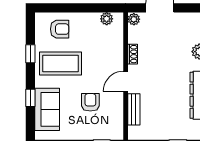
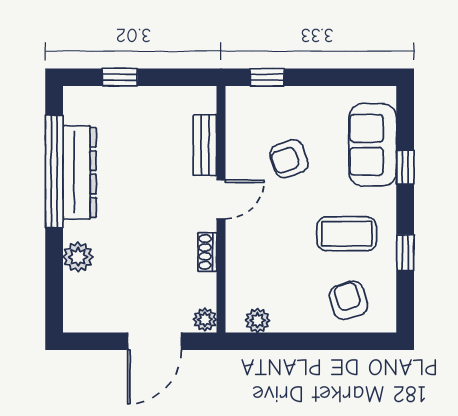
armchair: (60, 29) -> (348, 300), turned 73
coffee table: (61, 64) -> (347, 234), width x0.73, depth x0.76
armchair: (90, 102) -> (289, 159), turned 71

